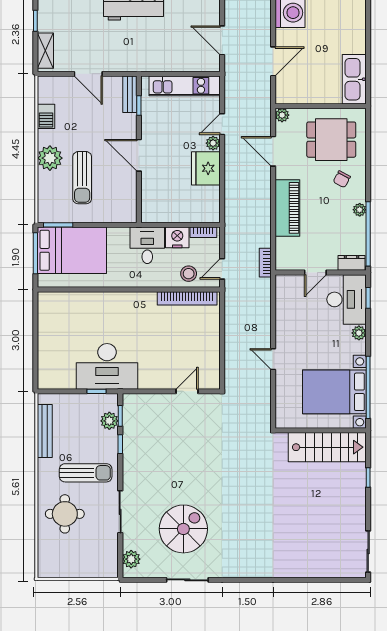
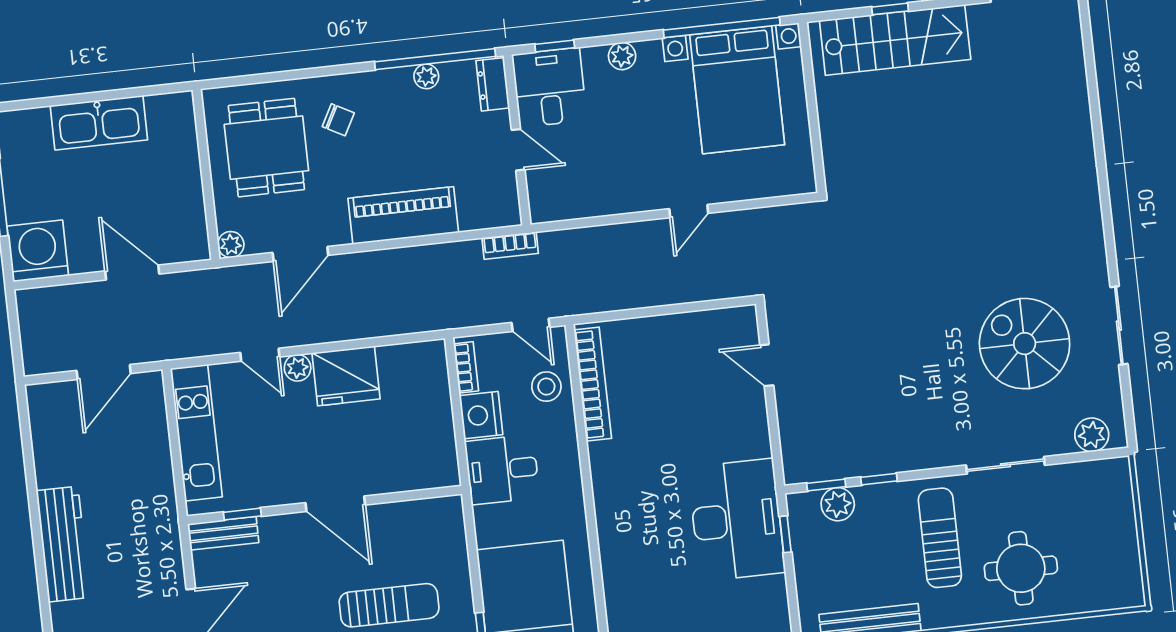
kitchen sink: (354, 79) -> (99, 123), moved
door: (139, 155) -> (335, 504), hinge flipped
plant: (360, 210) -> (426, 76), moved
desk: (347, 299) -> (549, 87), width x0.73
stairs: (327, 447) -> (895, 40), moved, turned 90

